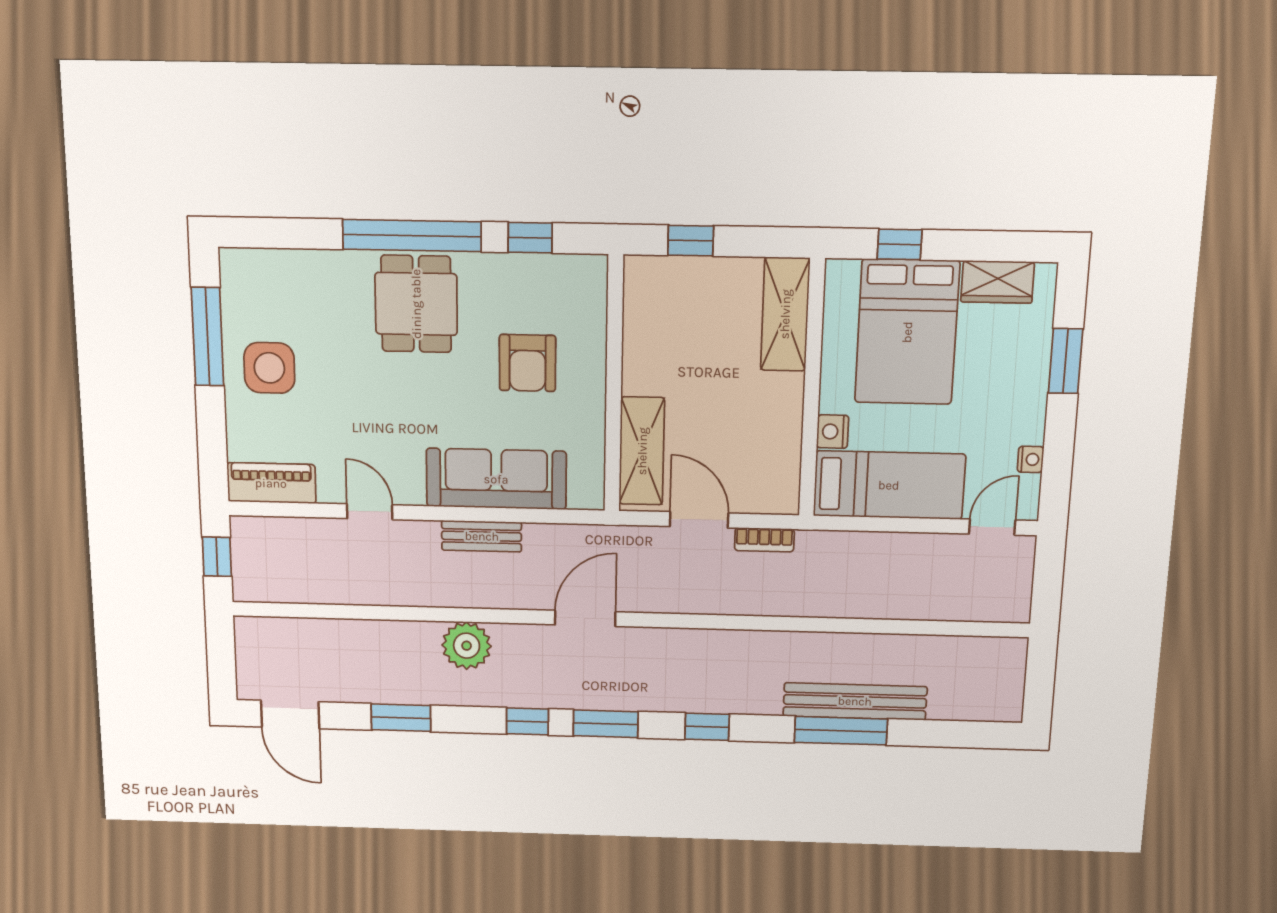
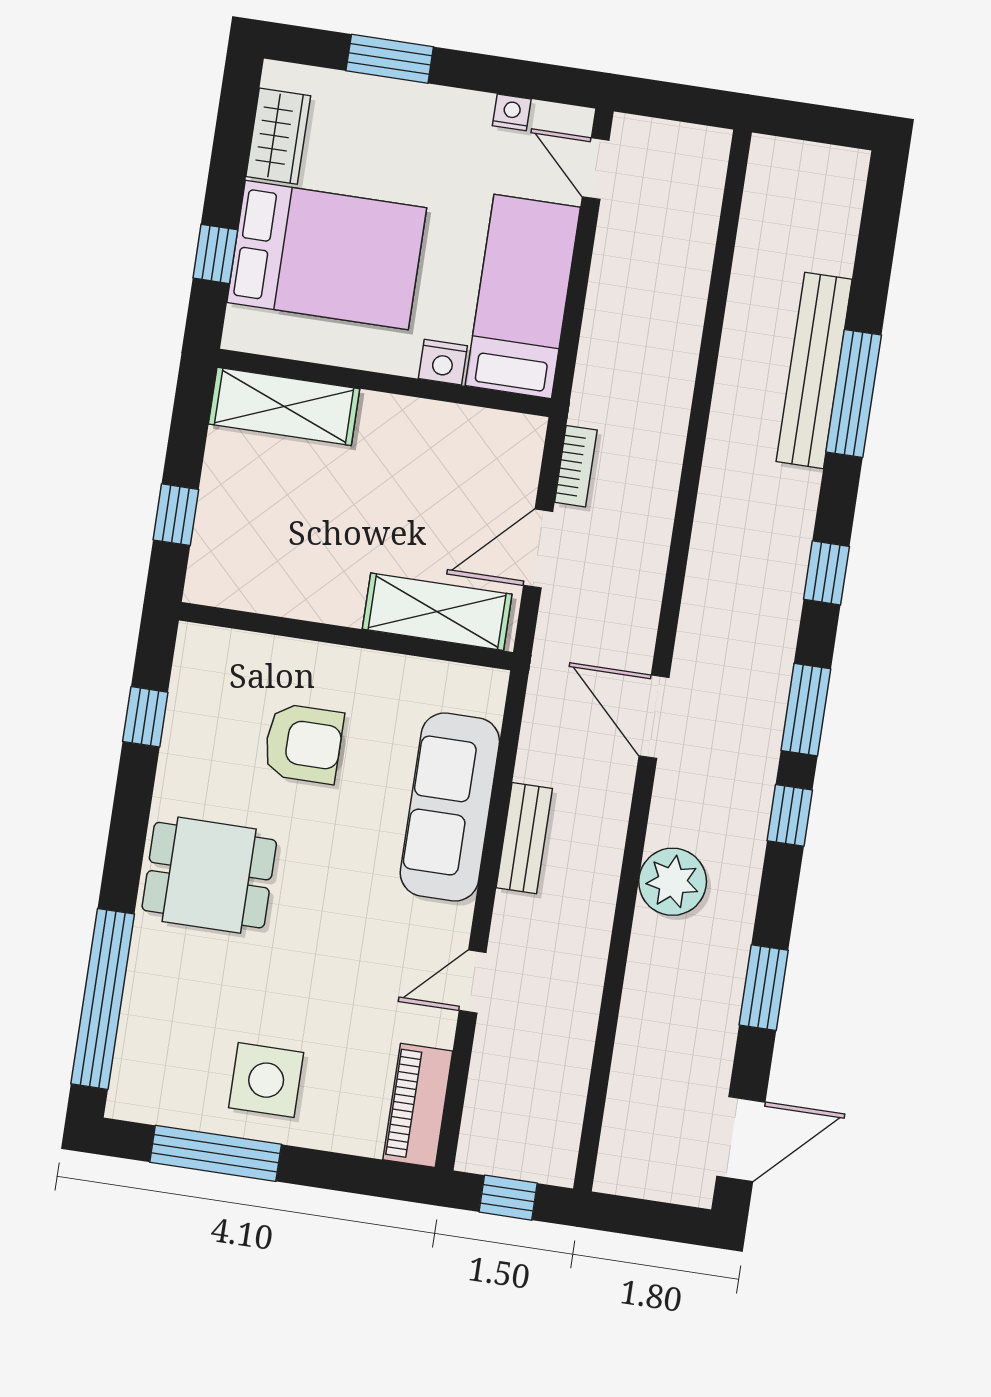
window: (412, 236) -> (103, 999), moved

